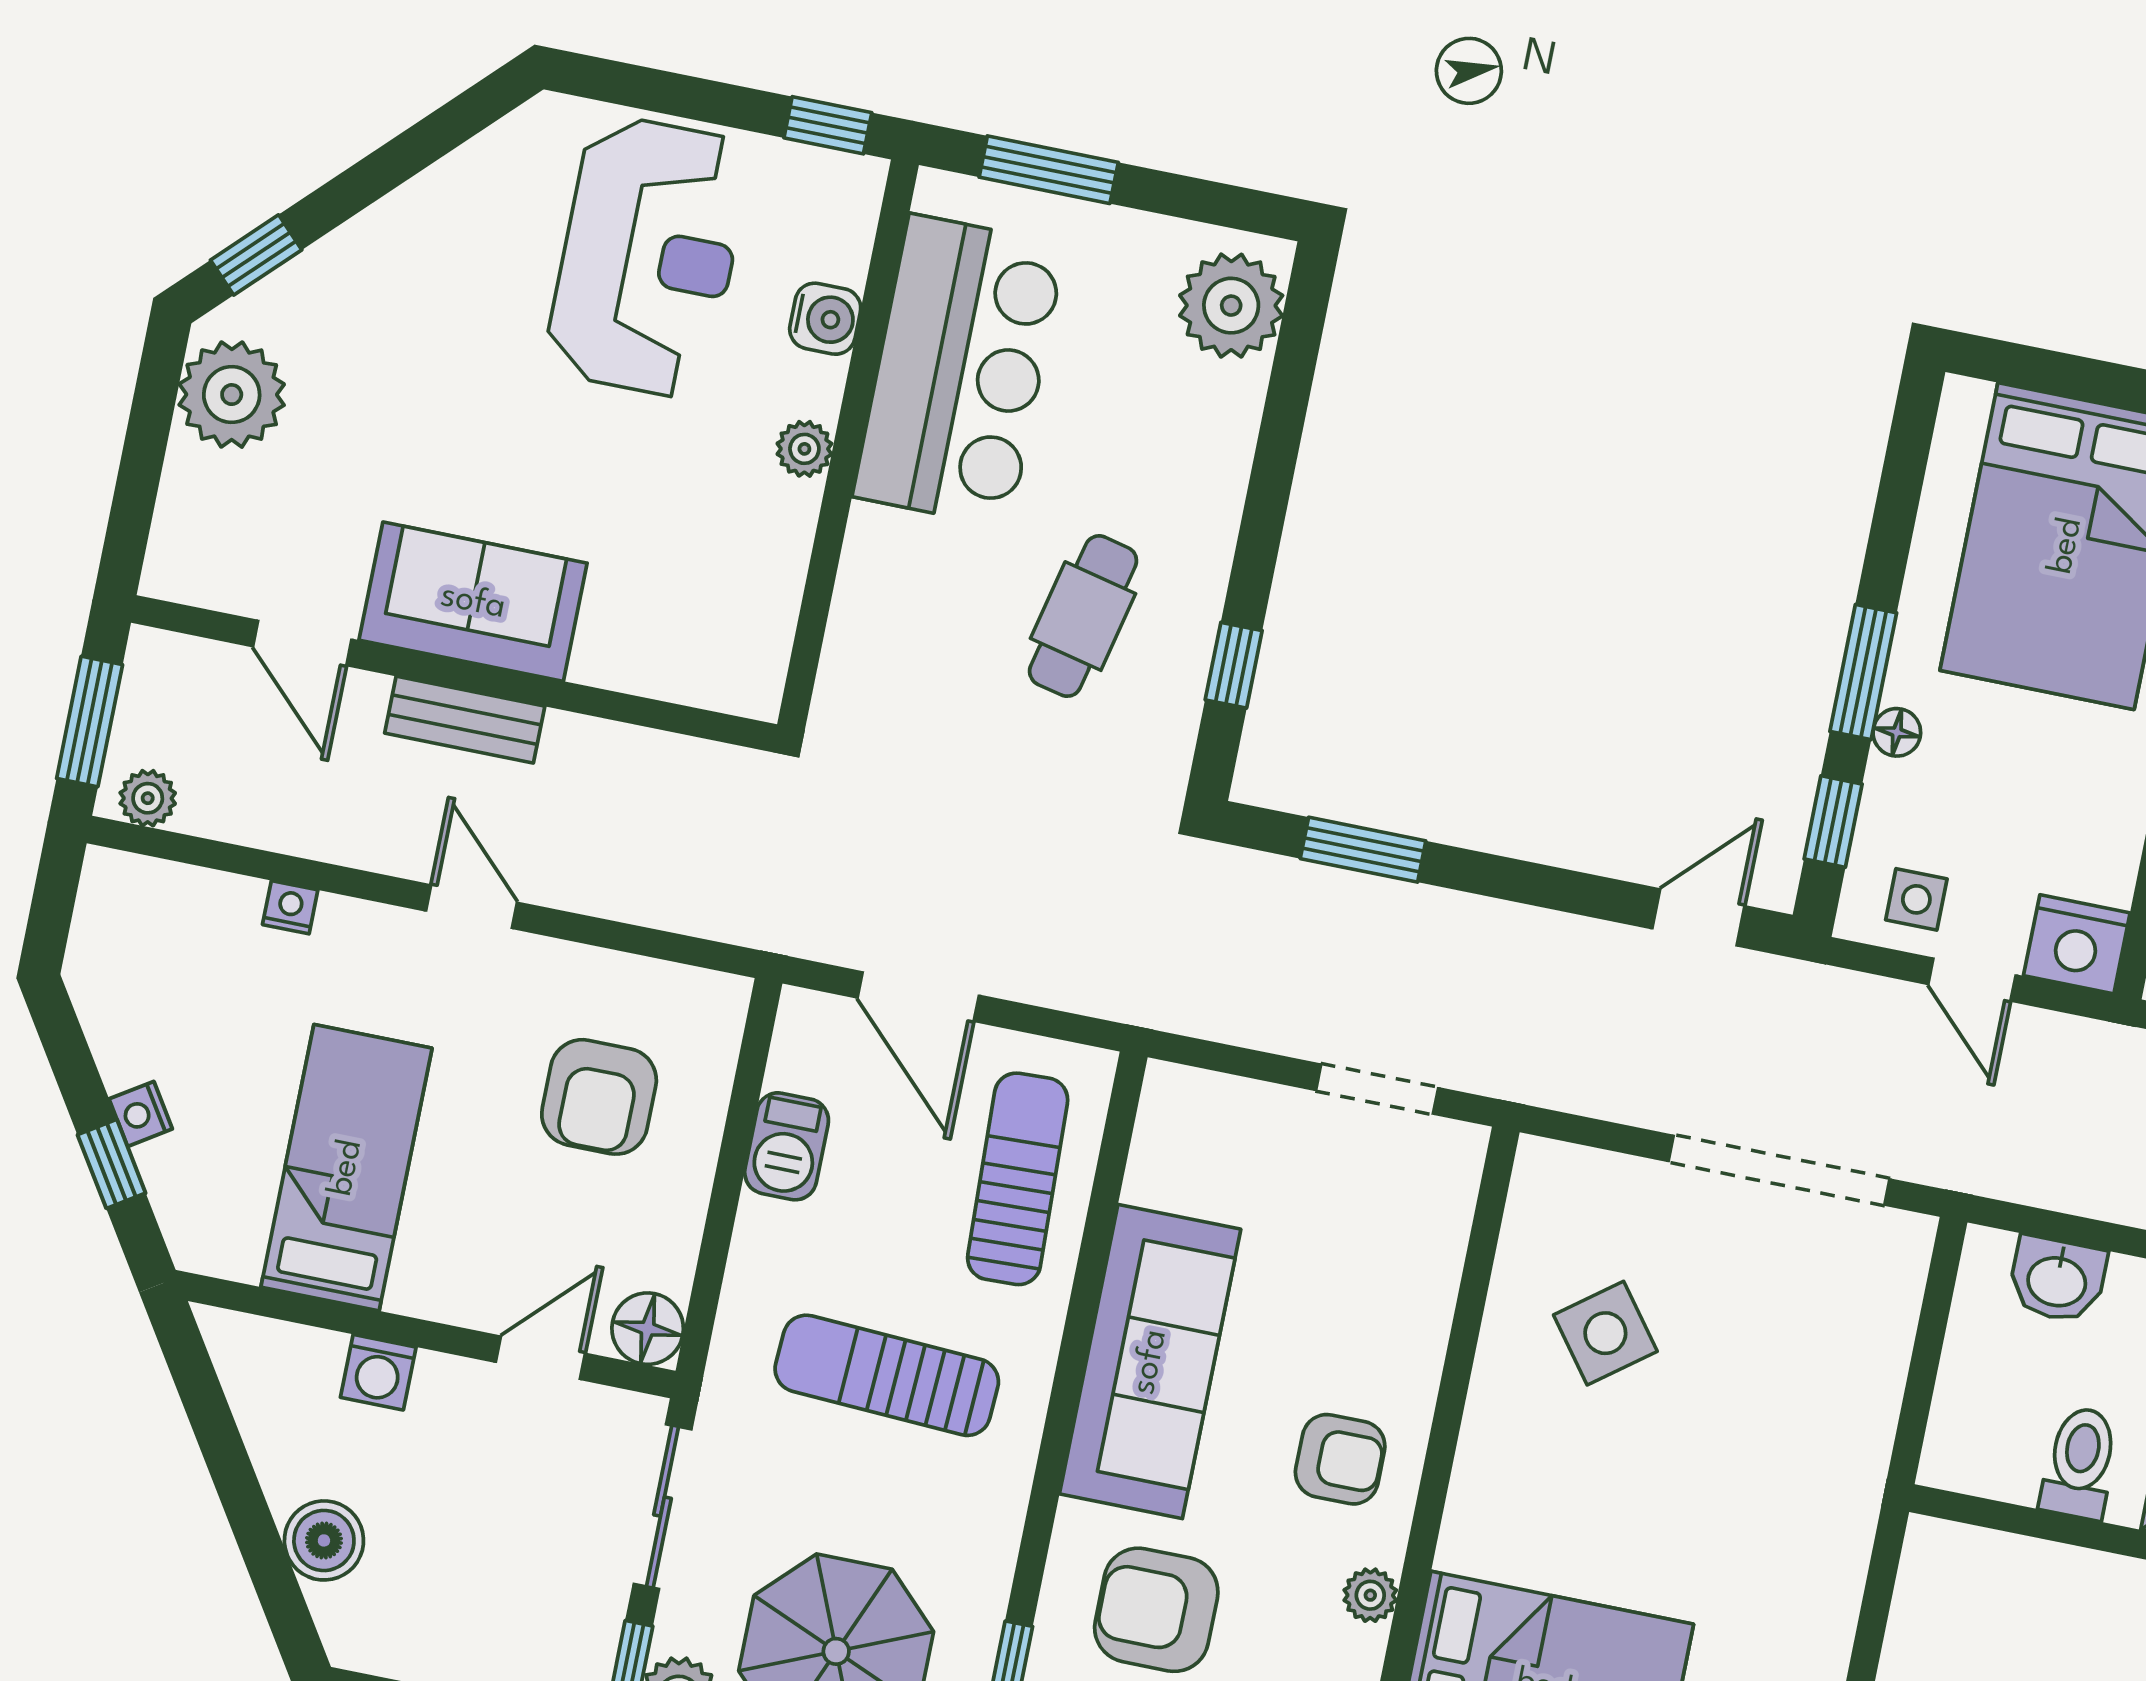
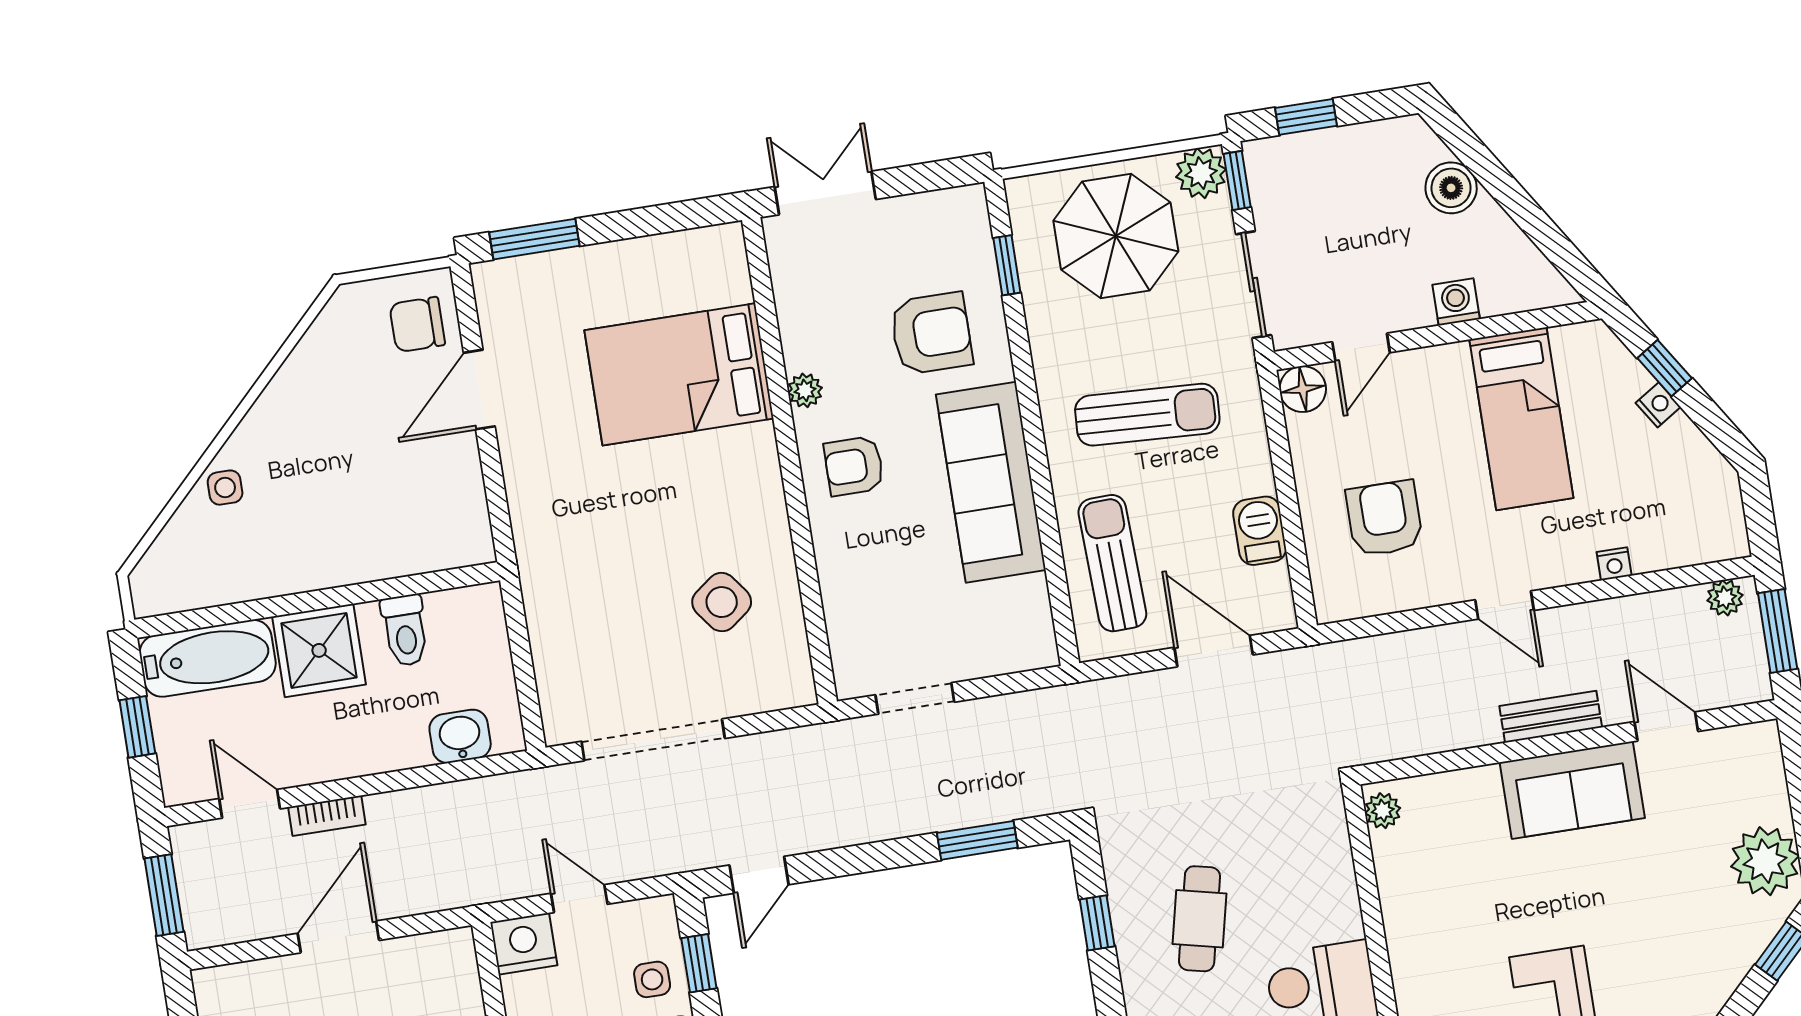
plant: (804, 449) -> (1383, 811), moved
side table: (1916, 899) -> (652, 979), moved
sun lounger: (1018, 1179) -> (1112, 563), turned 180

